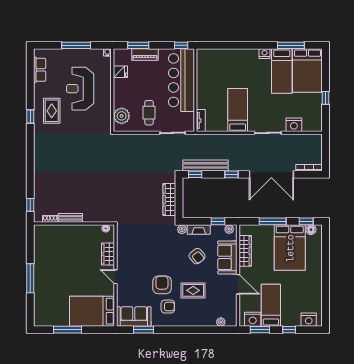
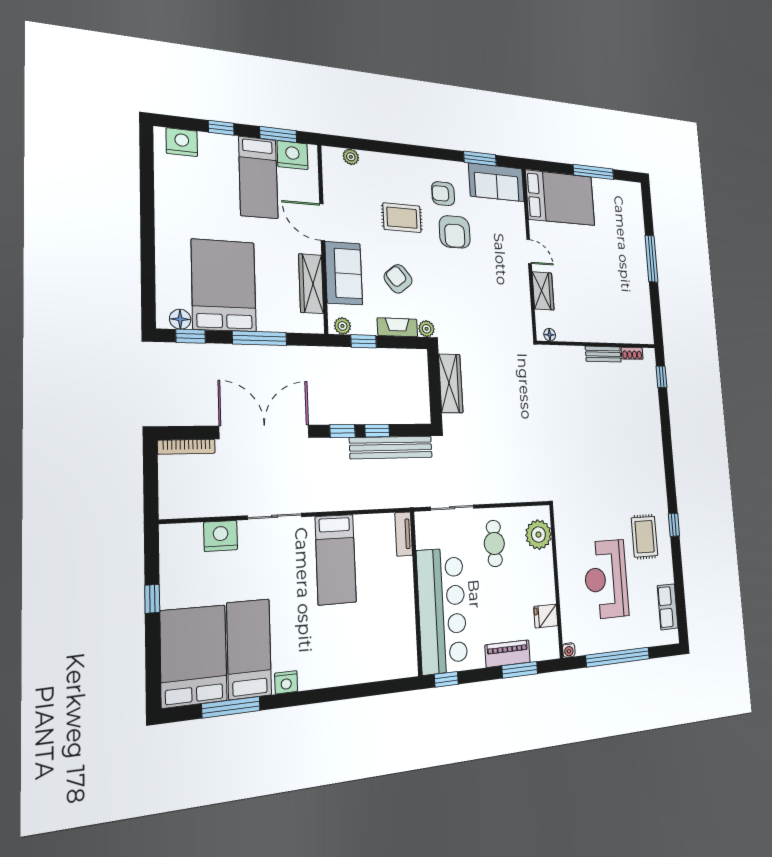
window: (76, 45) -> (618, 657), width x1.46
reception desk: (80, 89) -> (606, 579), turned 180
window: (195, 174) -> (377, 431), moved

